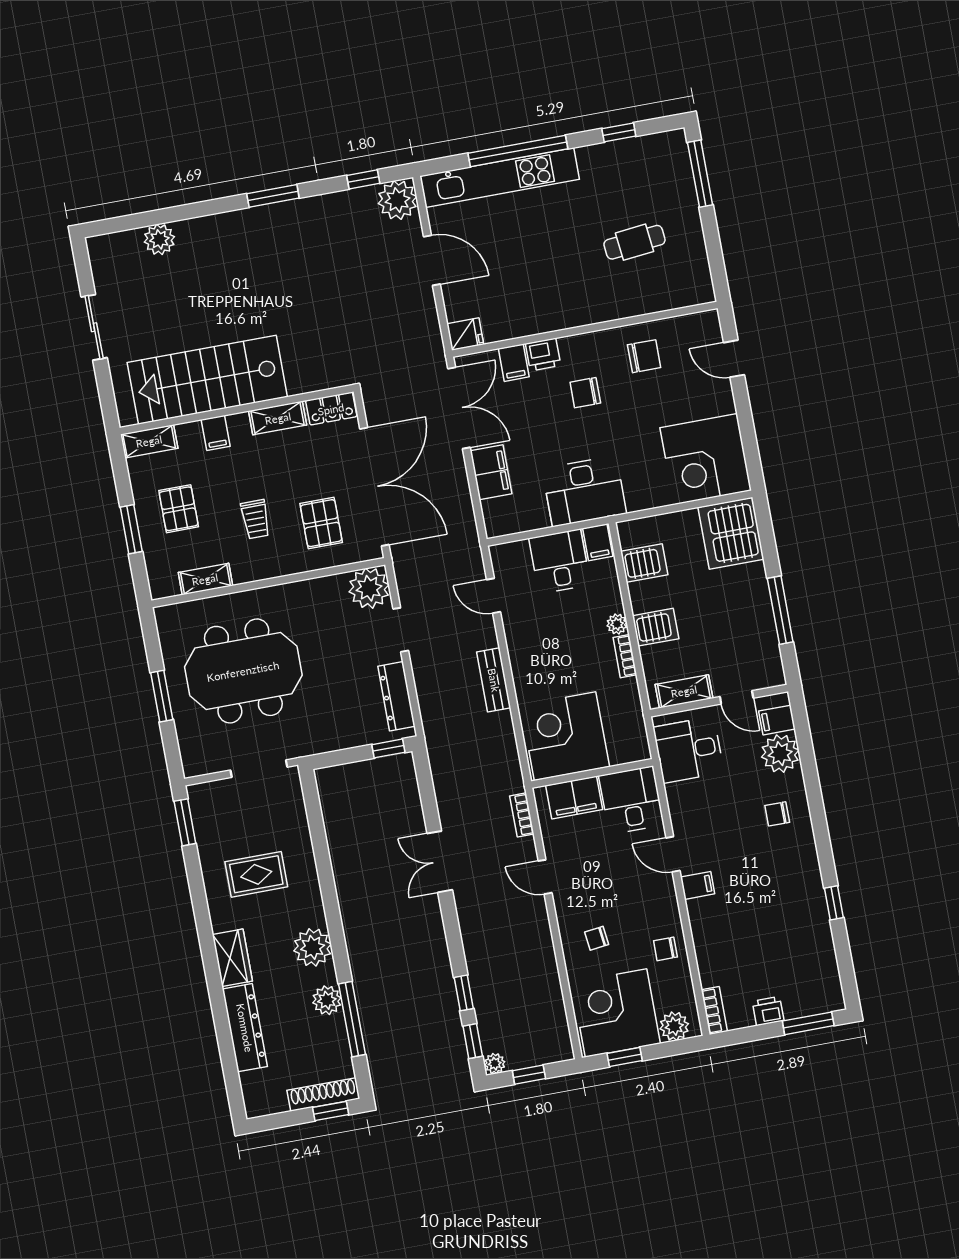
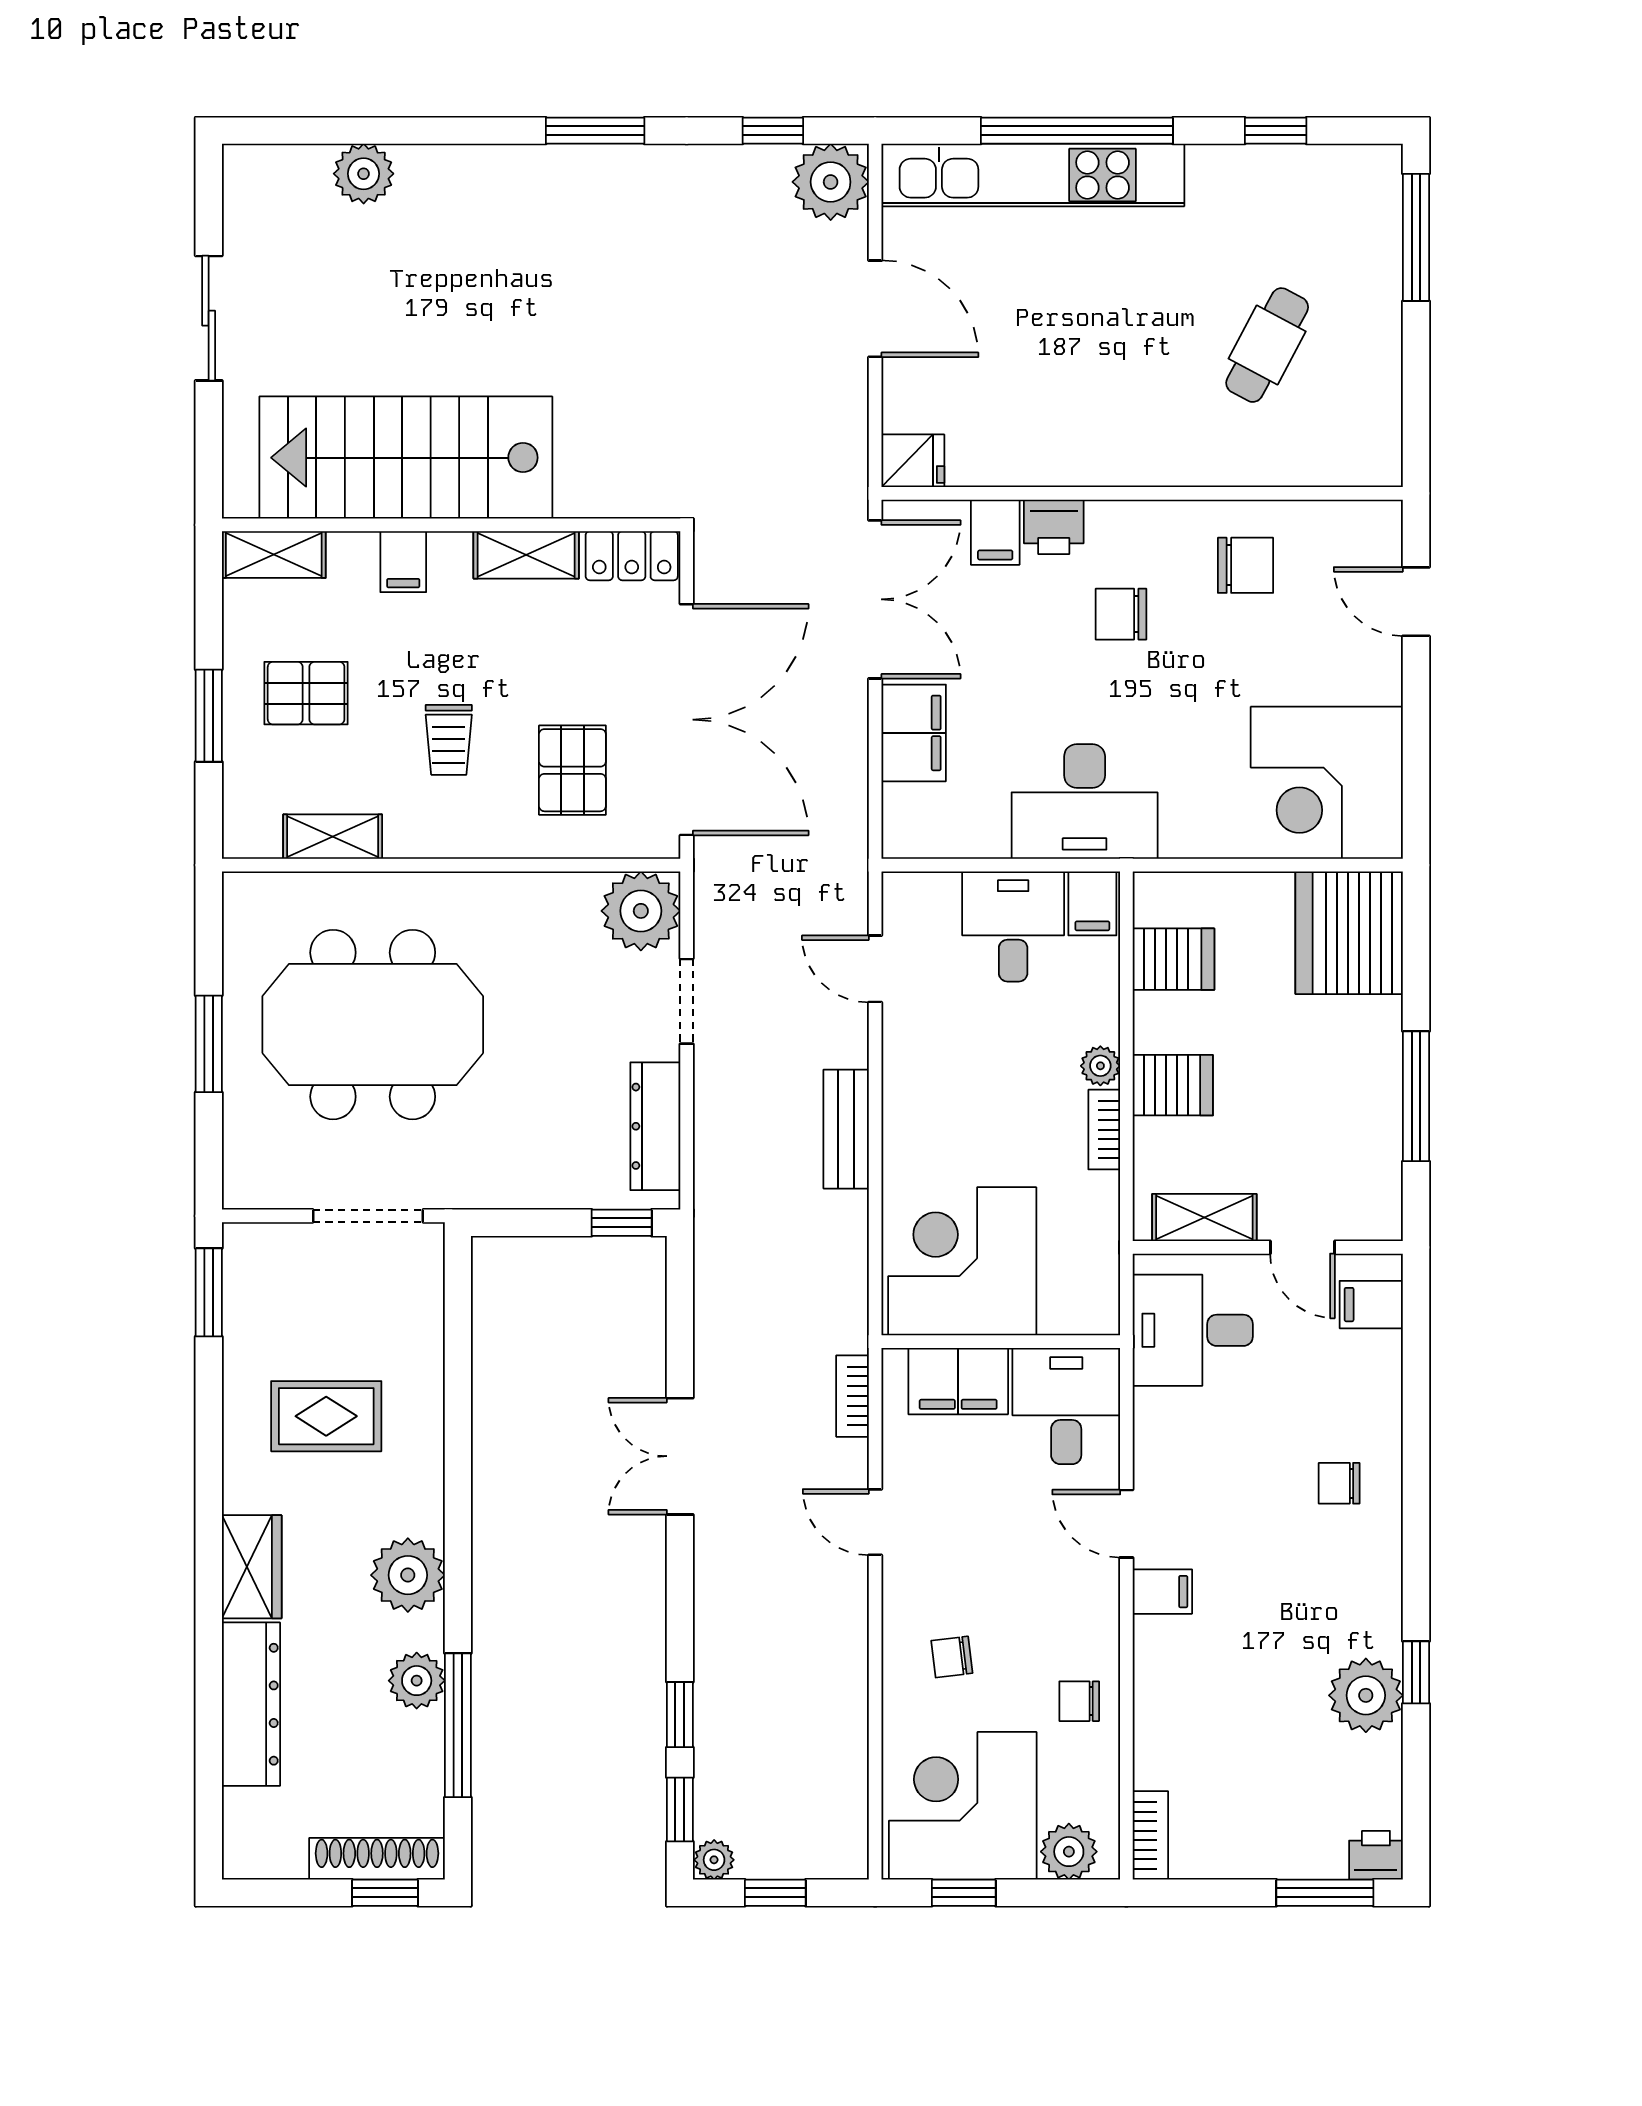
cafe table: (634, 242) -> (1267, 345), turned -56
pallet: (179, 509) -> (306, 693), turned 90
plant: (780, 754) -> (1366, 1695), moved
printer: (768, 1011) -> (1376, 1855), moved

